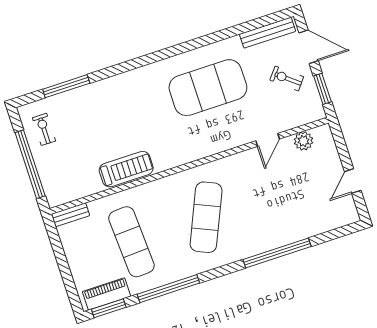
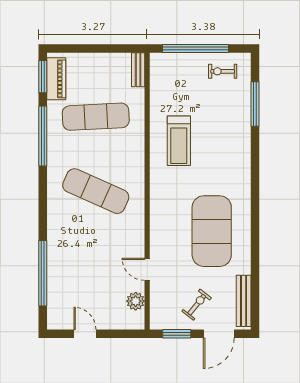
exercise bike: (44, 129) -> (223, 71), turned 180
treadmill: (126, 169) -> (179, 141), moved
window: (277, 253) -> (43, 273), moved

